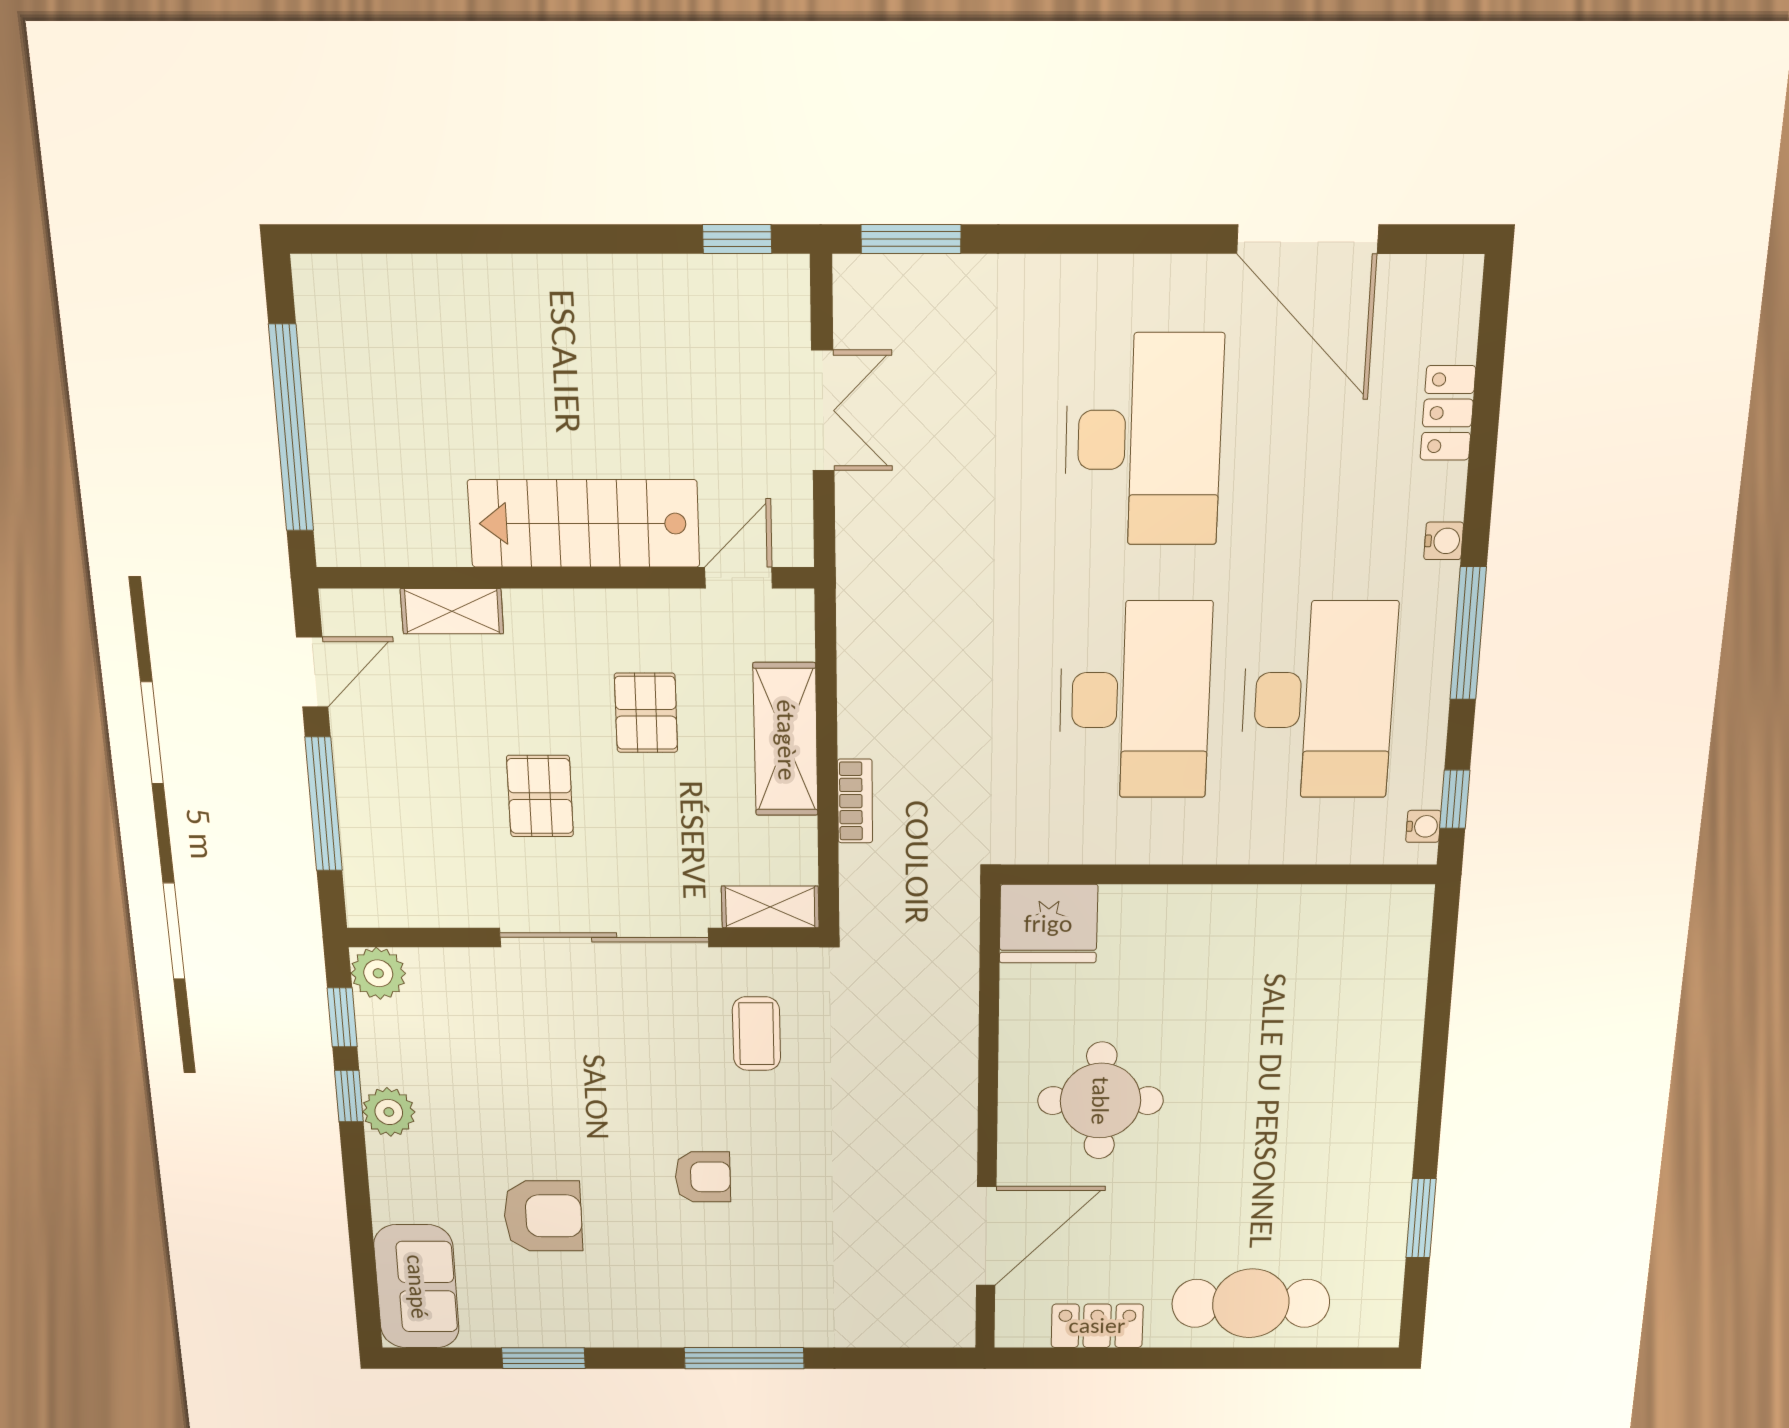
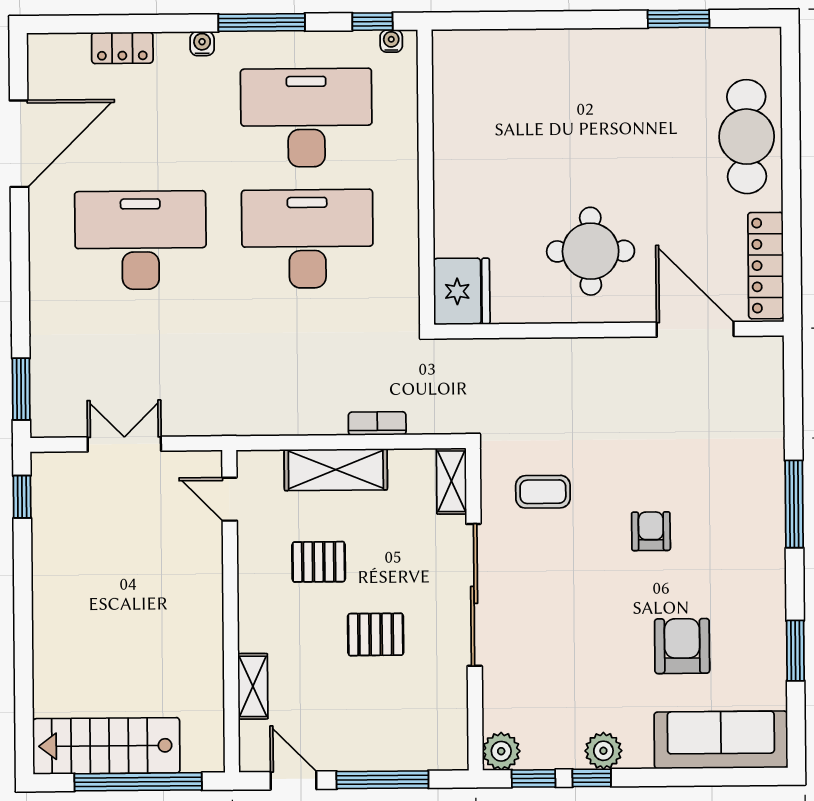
stairs: (584, 524) -> (106, 746), moved, turned 90
sofa: (417, 1287) -> (721, 740), width x1.36
locker: (1097, 1326) -> (766, 266), width x1.53

